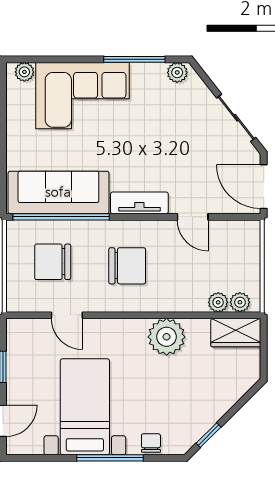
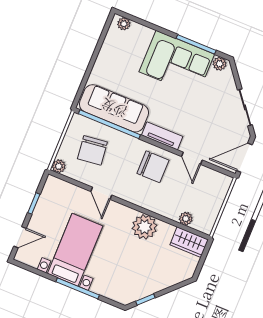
corner sofa: (83, 96) -> (177, 63), moved
door: (264, 187) -> (244, 158), hinge flipped
chair: (53, 262) -> (92, 150), turned -97
chair: (127, 266) -> (153, 167), moved
plant: (240, 302) -> (59, 166), moved
door: (67, 315) -> (101, 193), moved
chair: (151, 443) -> (107, 290), removed

